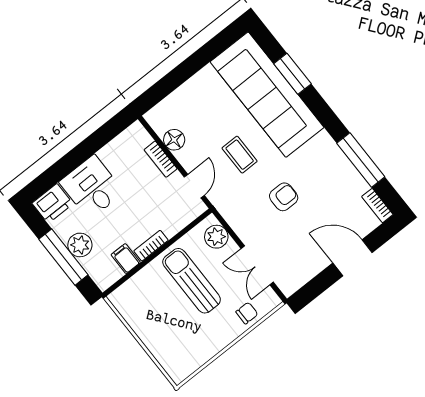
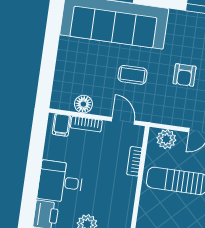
armchair: (284, 197) -> (184, 75), turned 180
bookcase: (151, 246) -> (134, 161), moved
filing cabinet: (126, 259) -> (61, 125), moved, turned -90

